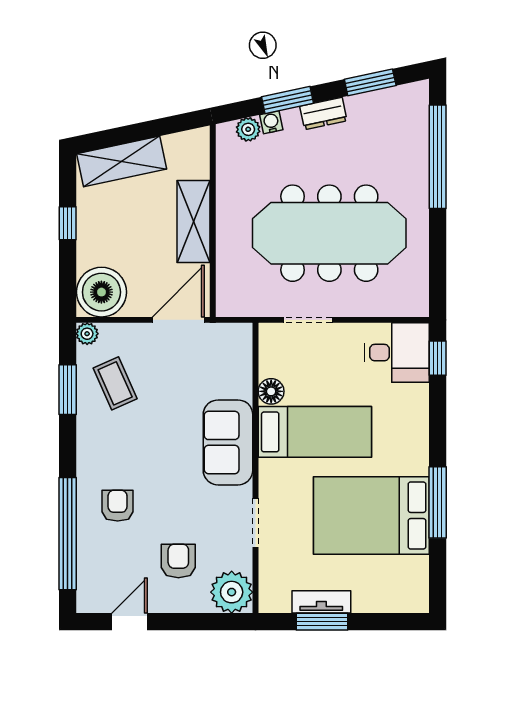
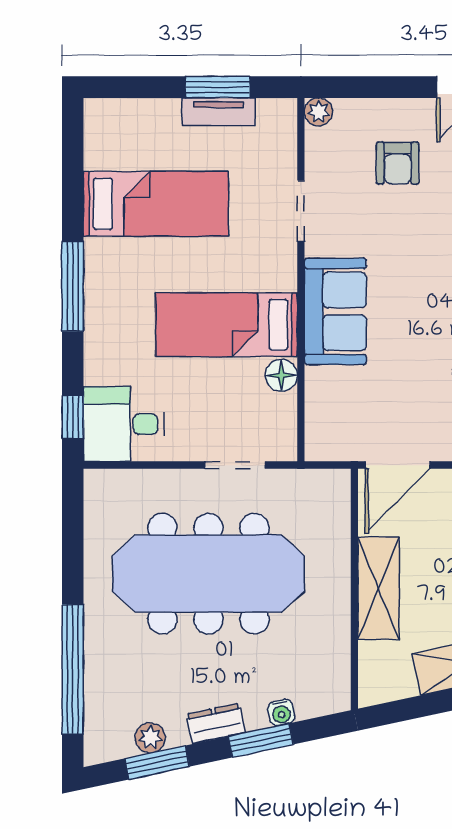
plant: (248, 129) -> (150, 738), moved
window: (438, 502) -> (73, 286), moved
bed: (371, 515) -> (156, 204), width x0.67
plant: (232, 592) -> (319, 112), width x0.53, depth x0.53

